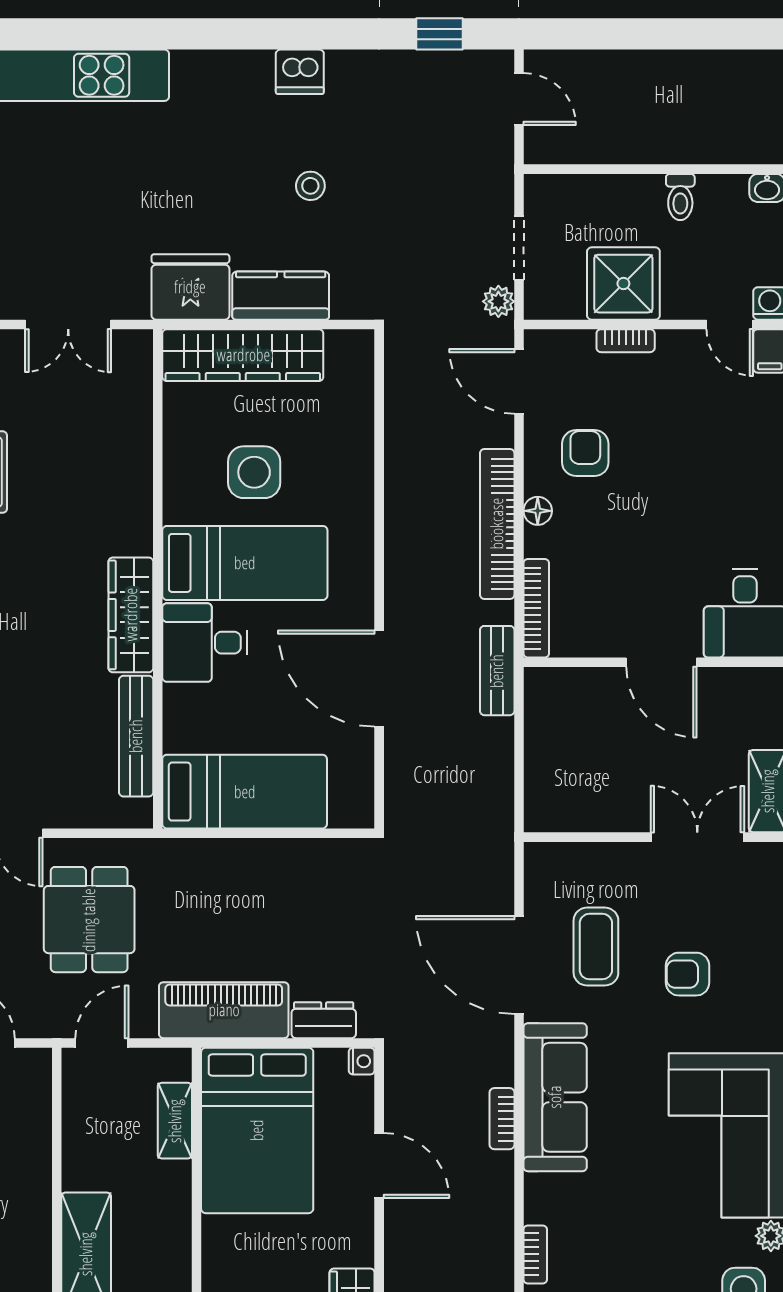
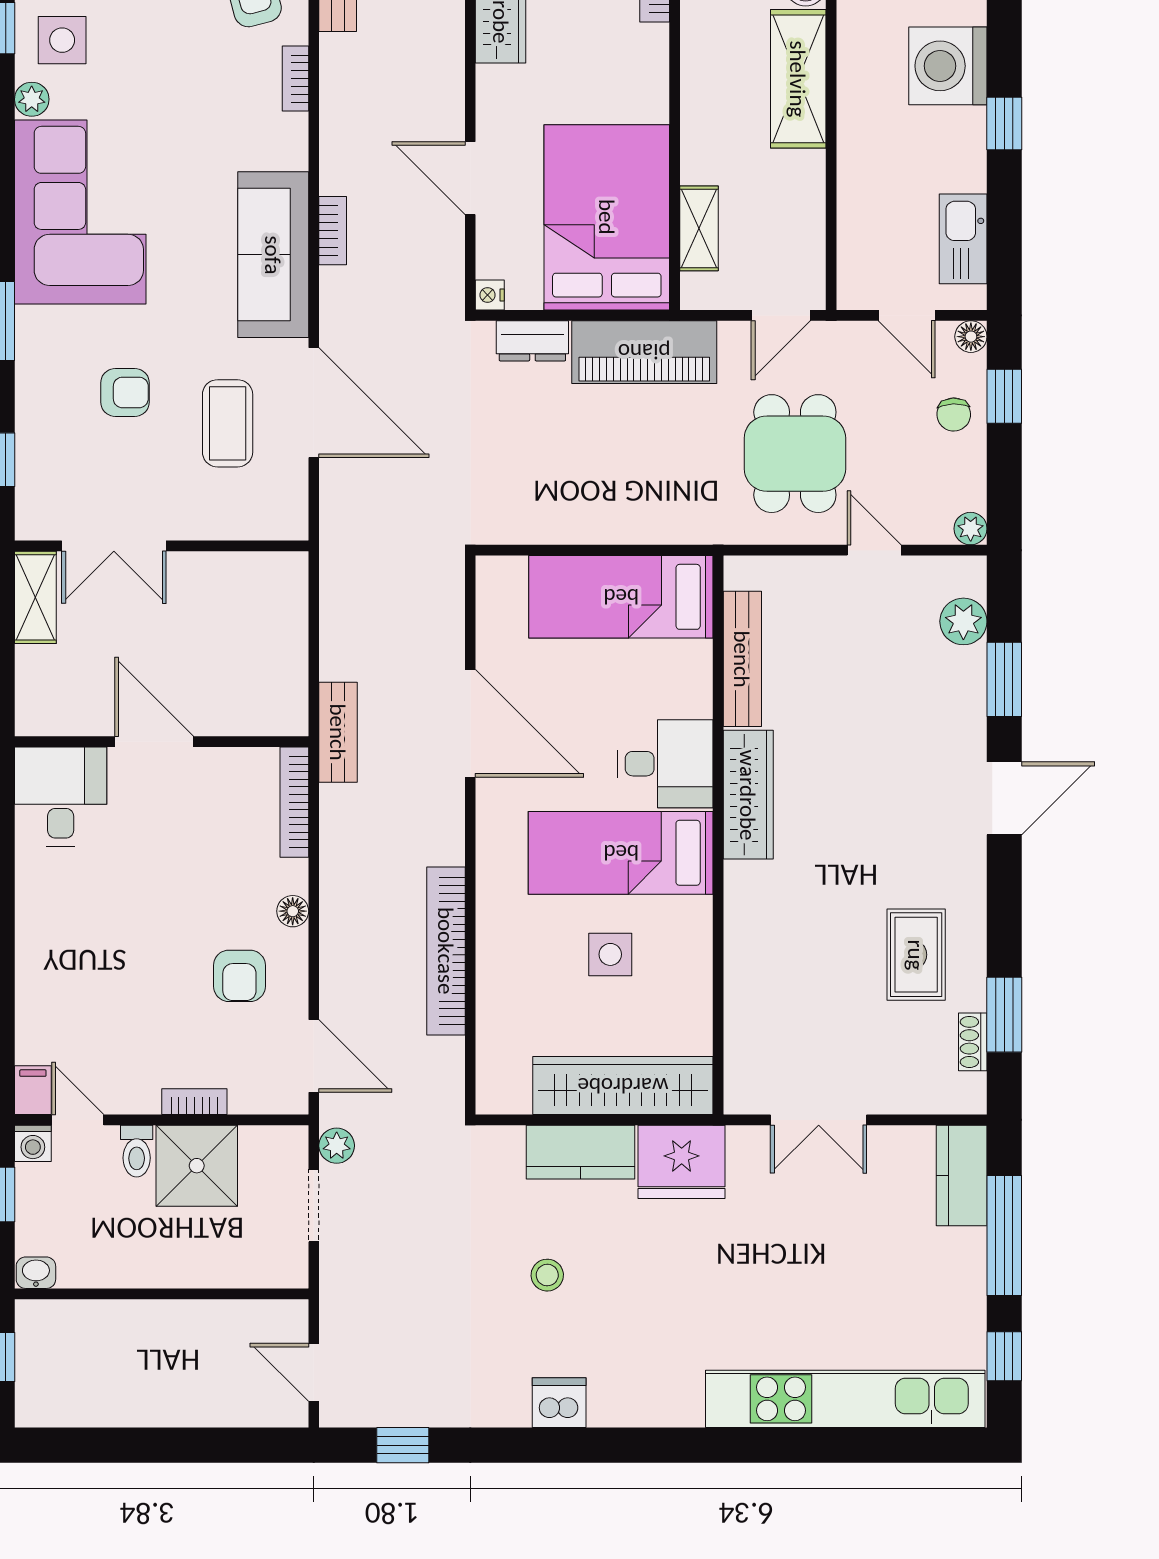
toilet: (680, 197) -> (137, 1151), moved, turned 180
double door: (68, 324) -> (819, 1120), swing flipped
side table: (254, 472) -> (610, 954), width x0.73, depth x0.73
bookcase: (497, 524) -> (446, 951), moved, turned 180

